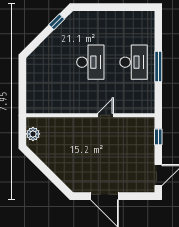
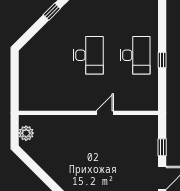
window: (158, 67) -> (162, 60), width x0.46
window: (158, 137) -> (162, 147), moved

